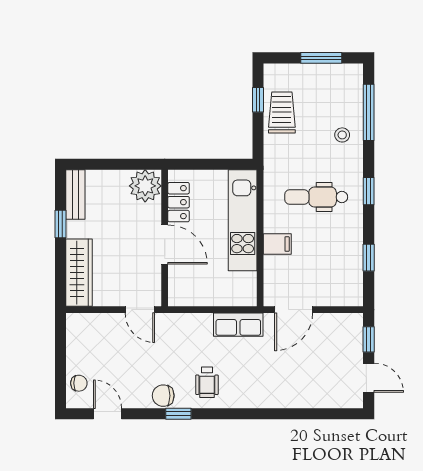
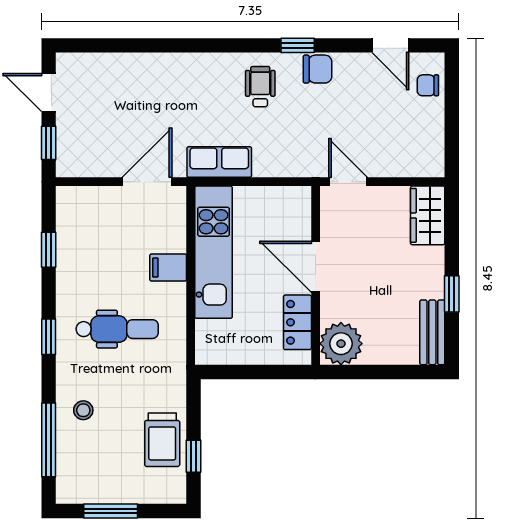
kitchen unit: (243, 220) -> (214, 252), moved
wardrobe: (79, 273) -> (428, 215), width x0.67

